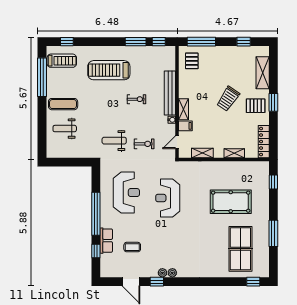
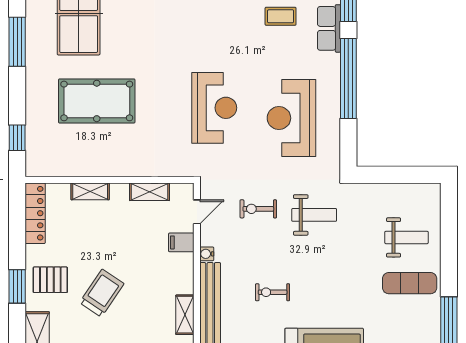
shelving: (183, 109) -> (185, 315), moved

